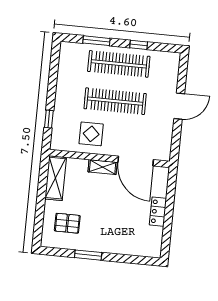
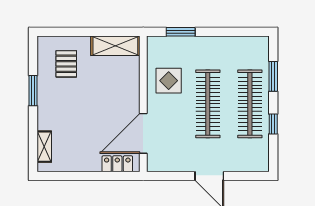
window: (49, 119) -> (181, 32), width x1.50
shelving: (103, 167) -> (44, 147), moved
locker: (158, 212) -> (117, 164), moved

